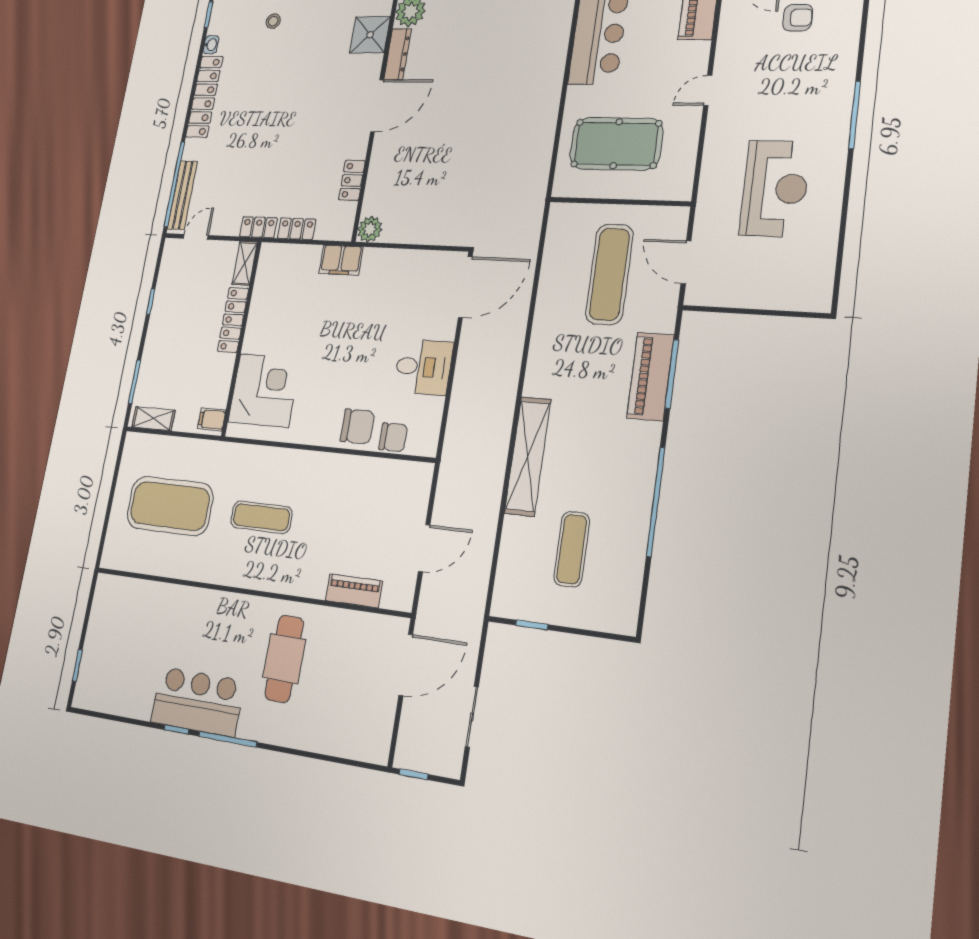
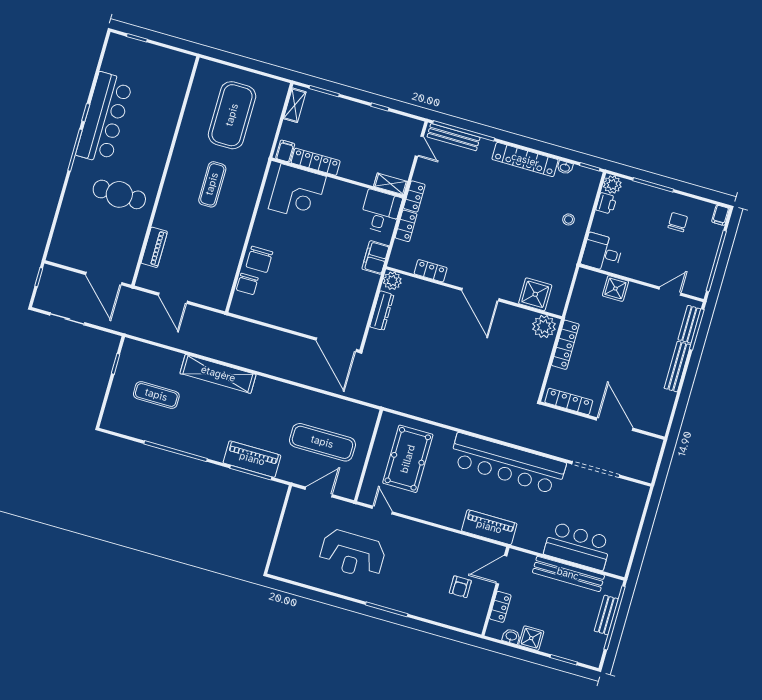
dresser: (398, 54) -> (382, 311), moved, turned -90
door: (708, 90) -> (382, 510), moved
locker: (233, 320) -> (316, 162), moved
desk: (423, 367) -> (381, 212), moved, turned 180
bar counter: (197, 702) -> (104, 118), width x1.36

